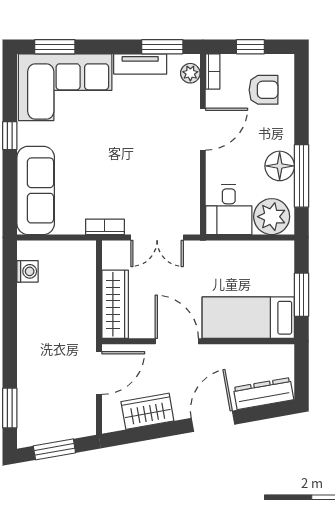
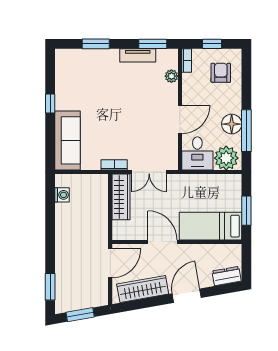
window: (55, 47) -> (96, 44), moved
plant: (190, 73) -> (171, 76), moved
corner sofa: (65, 87) -> (87, 71), removed
armchair: (264, 90) -> (221, 73), turned -90
door: (203, 129) -> (180, 119), moved
wardrobe: (115, 304) -> (121, 197), moved
dresser: (264, 394) -> (227, 276), width x0.70
wardrobe: (147, 411) -> (143, 289), width x1.50

